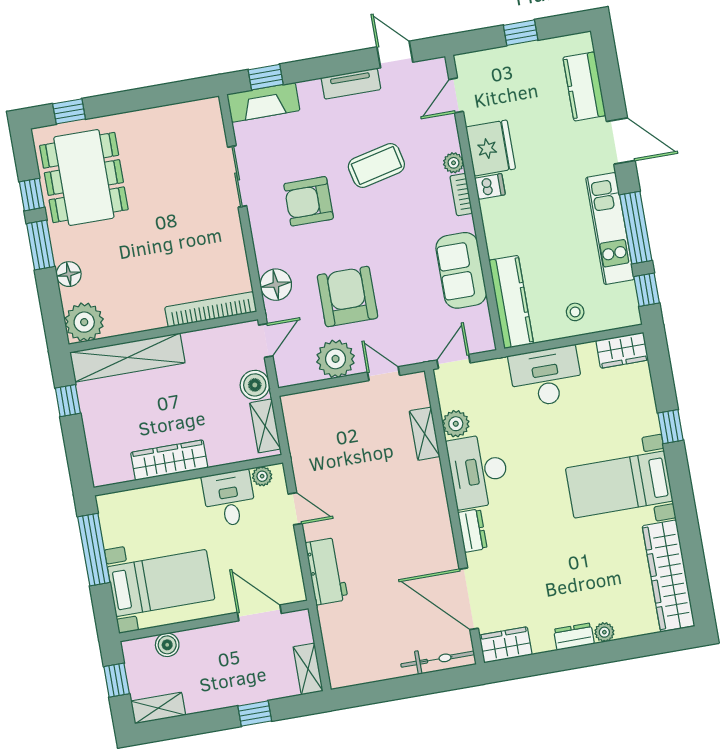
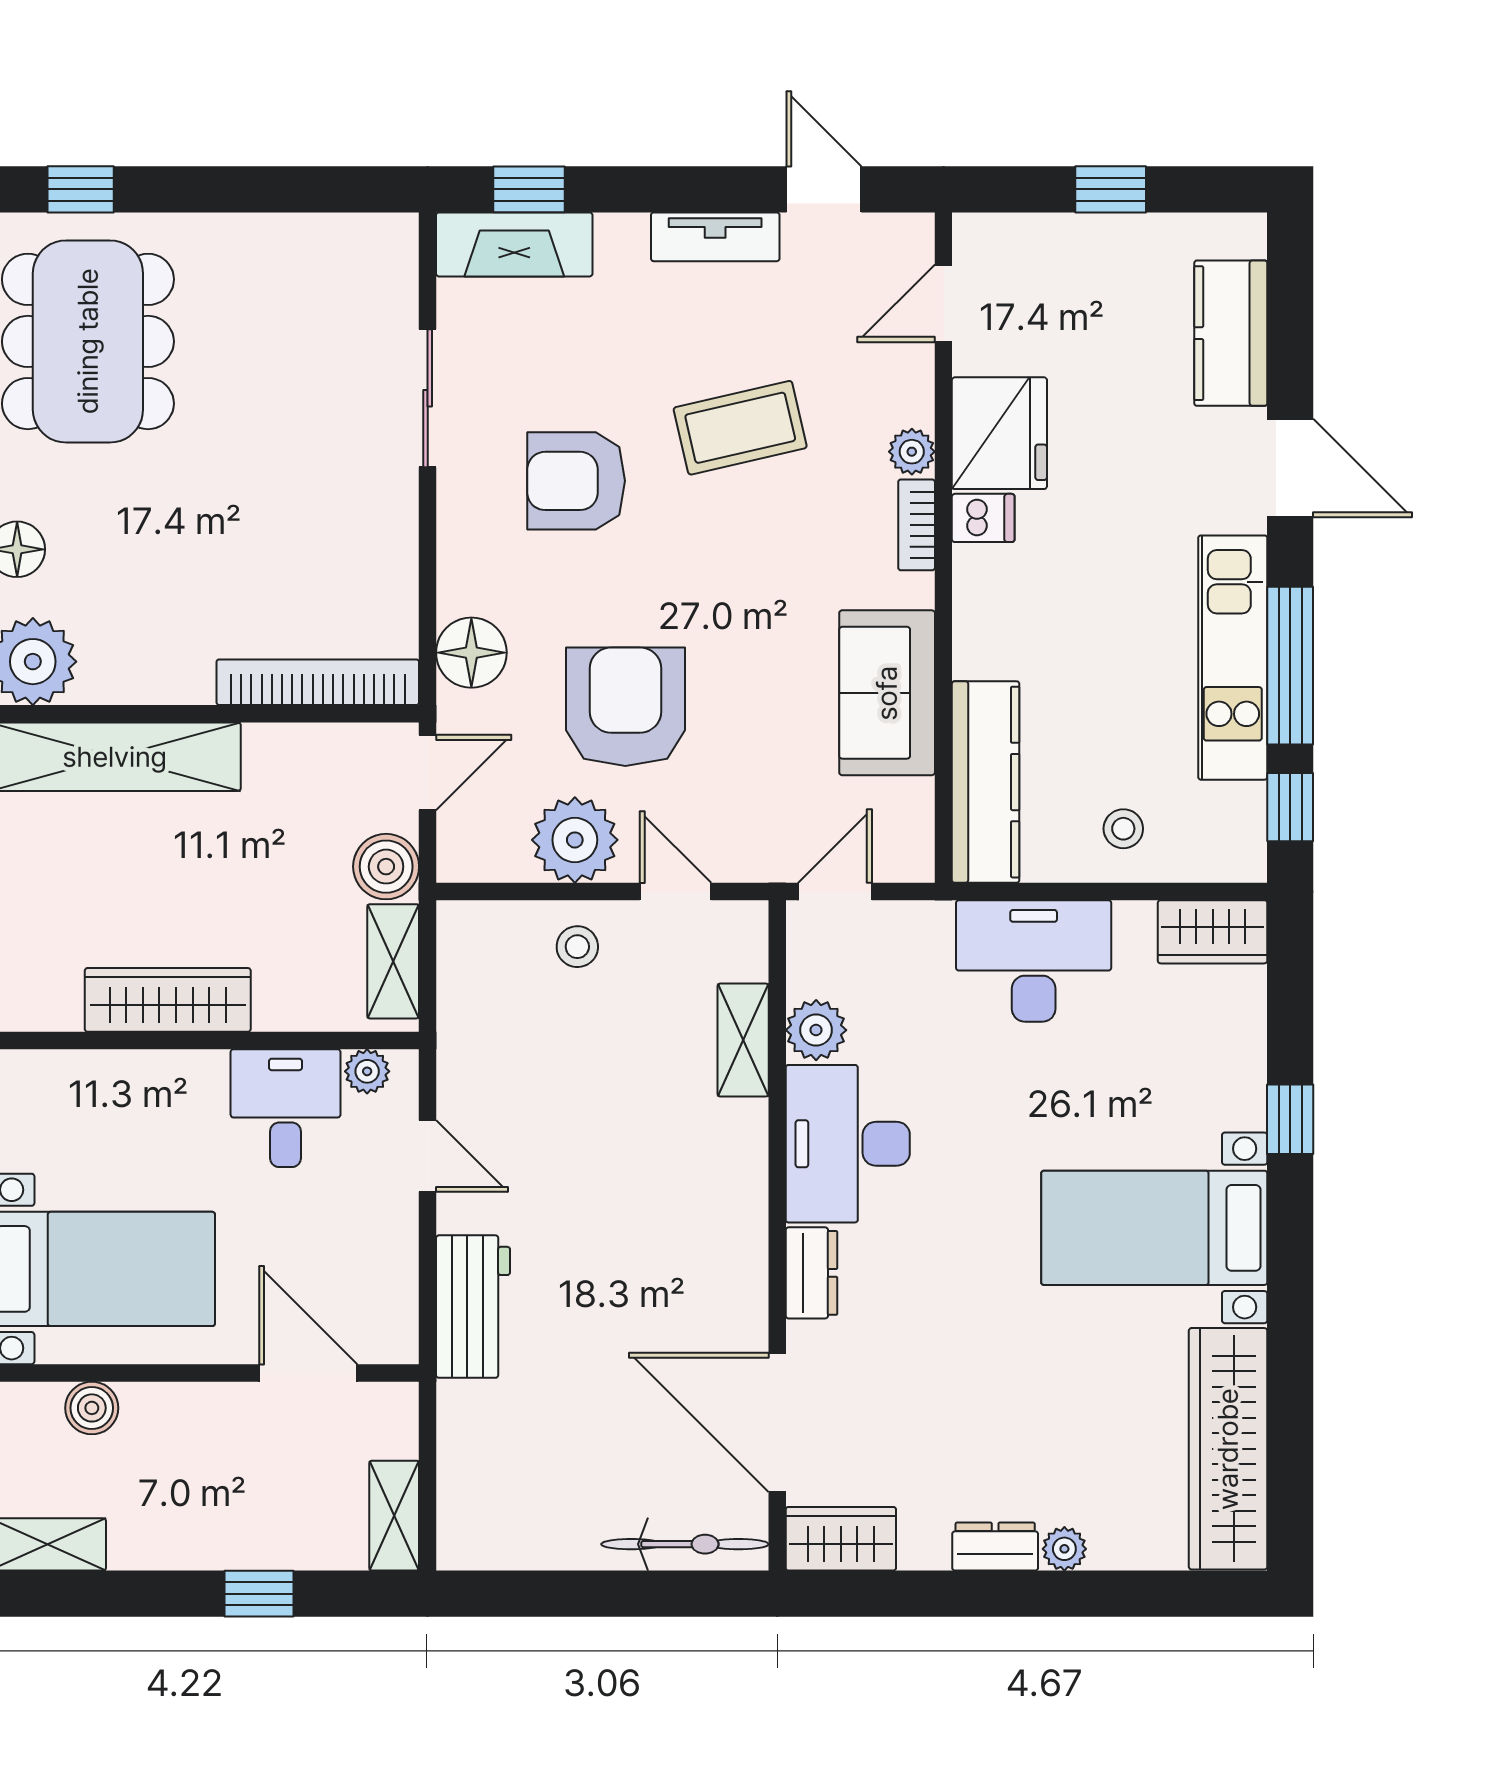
stool: (345, 405) -> (577, 947), added

